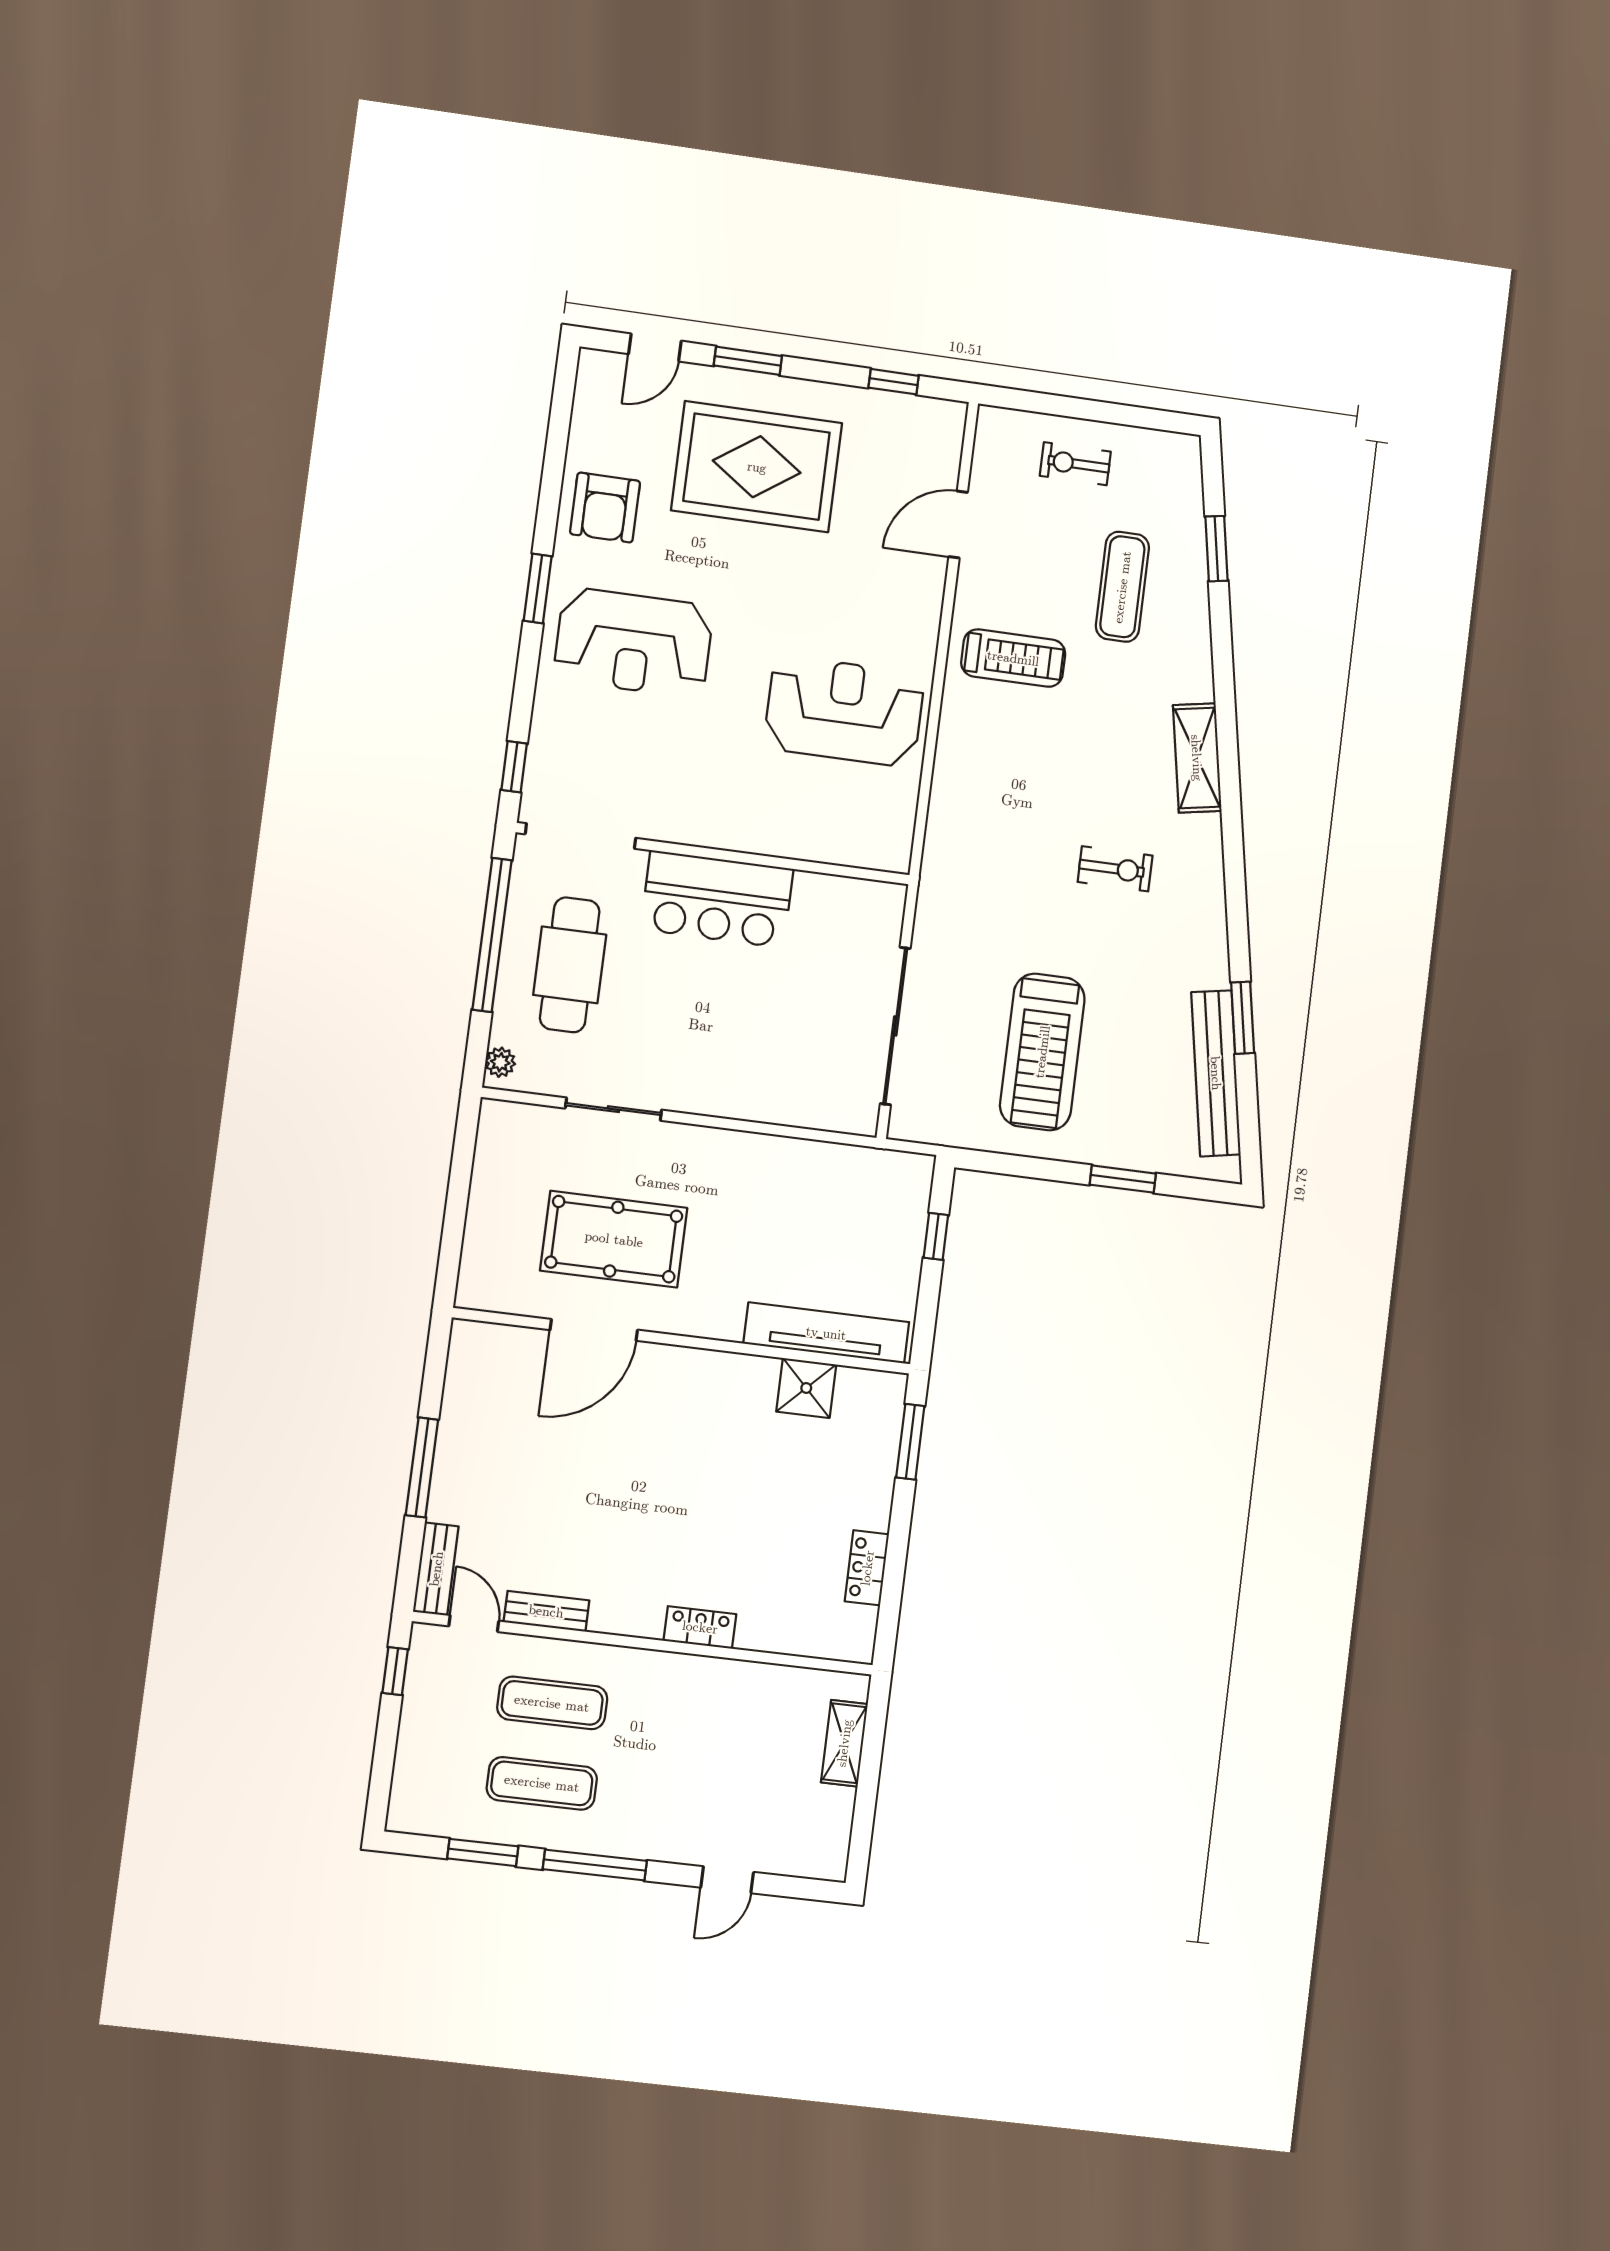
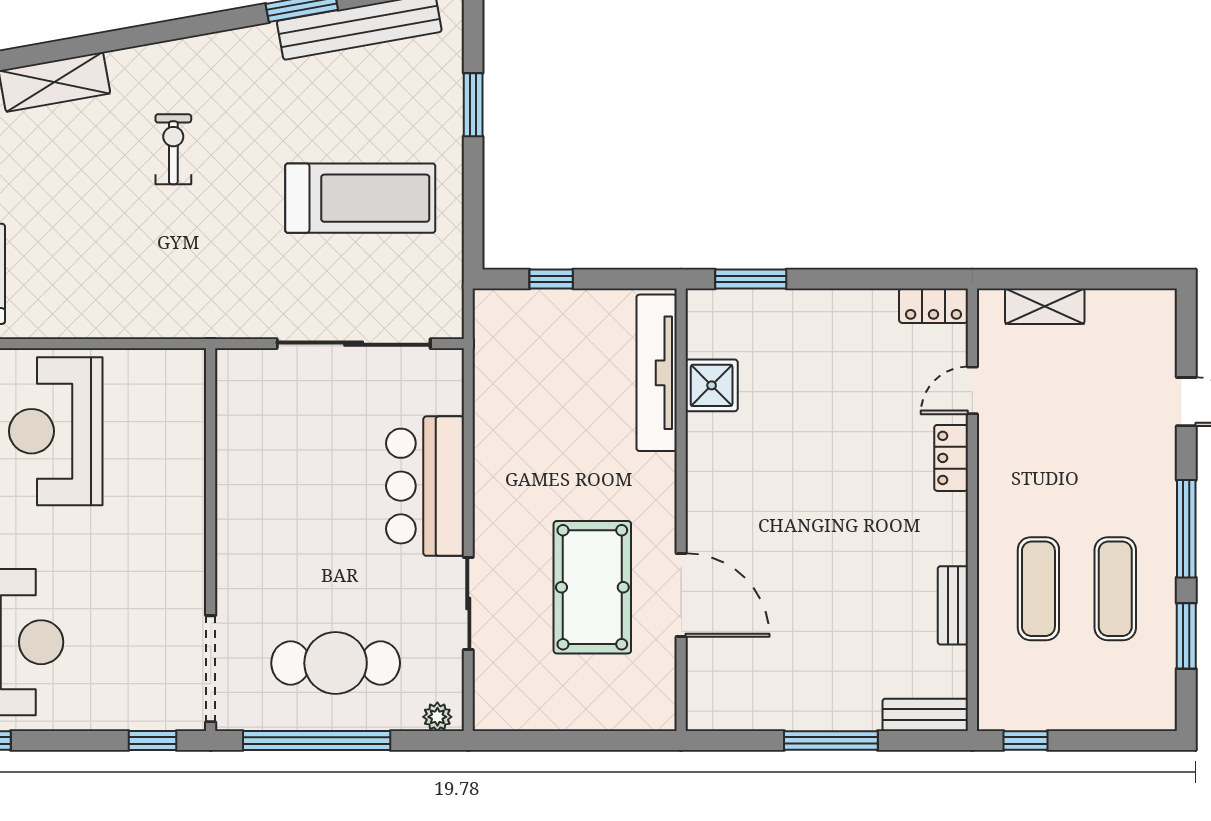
bar counter: (717, 899) -> (425, 486), moved, turned 180
locker: (867, 1568) -> (934, 306), moved
door: (474, 1624) -> (972, 390), moved

